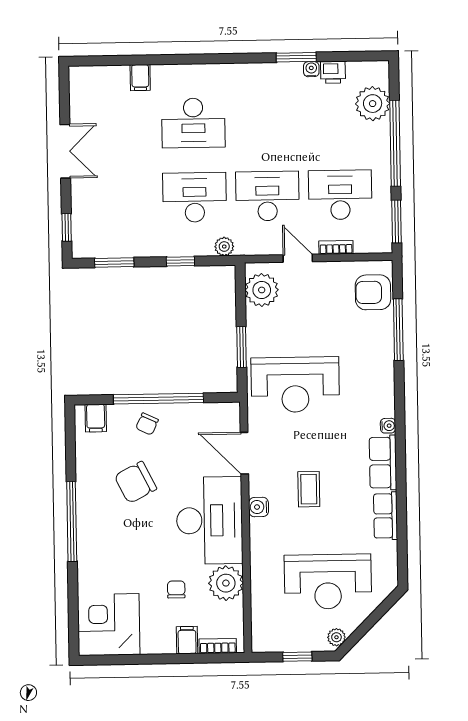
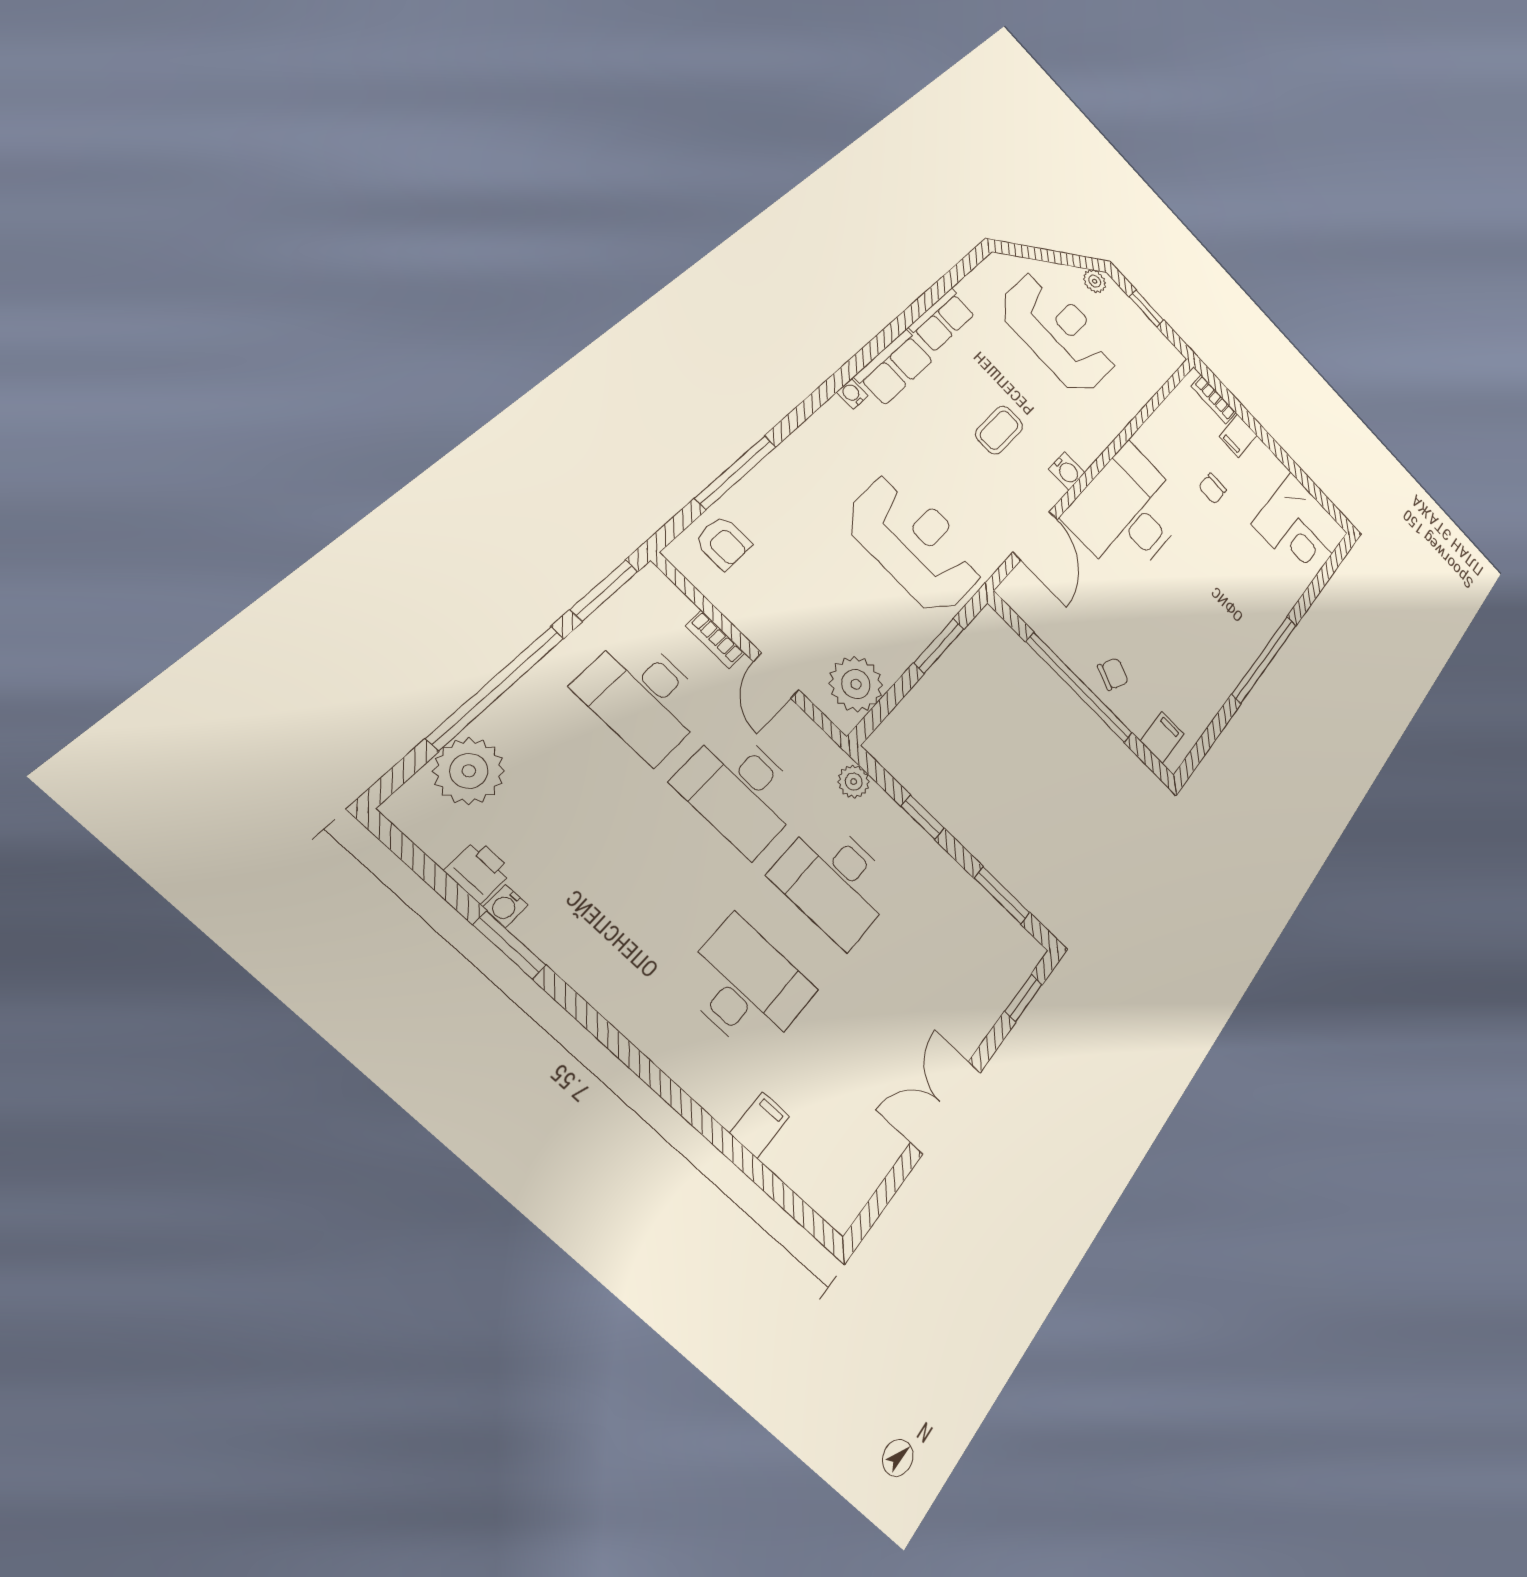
armchair: (373, 292) -> (723, 543), width x0.72, depth x0.72
chair: (135, 482) -> (1172, 629), removed
plant: (226, 583) -> (1160, 441), removed

